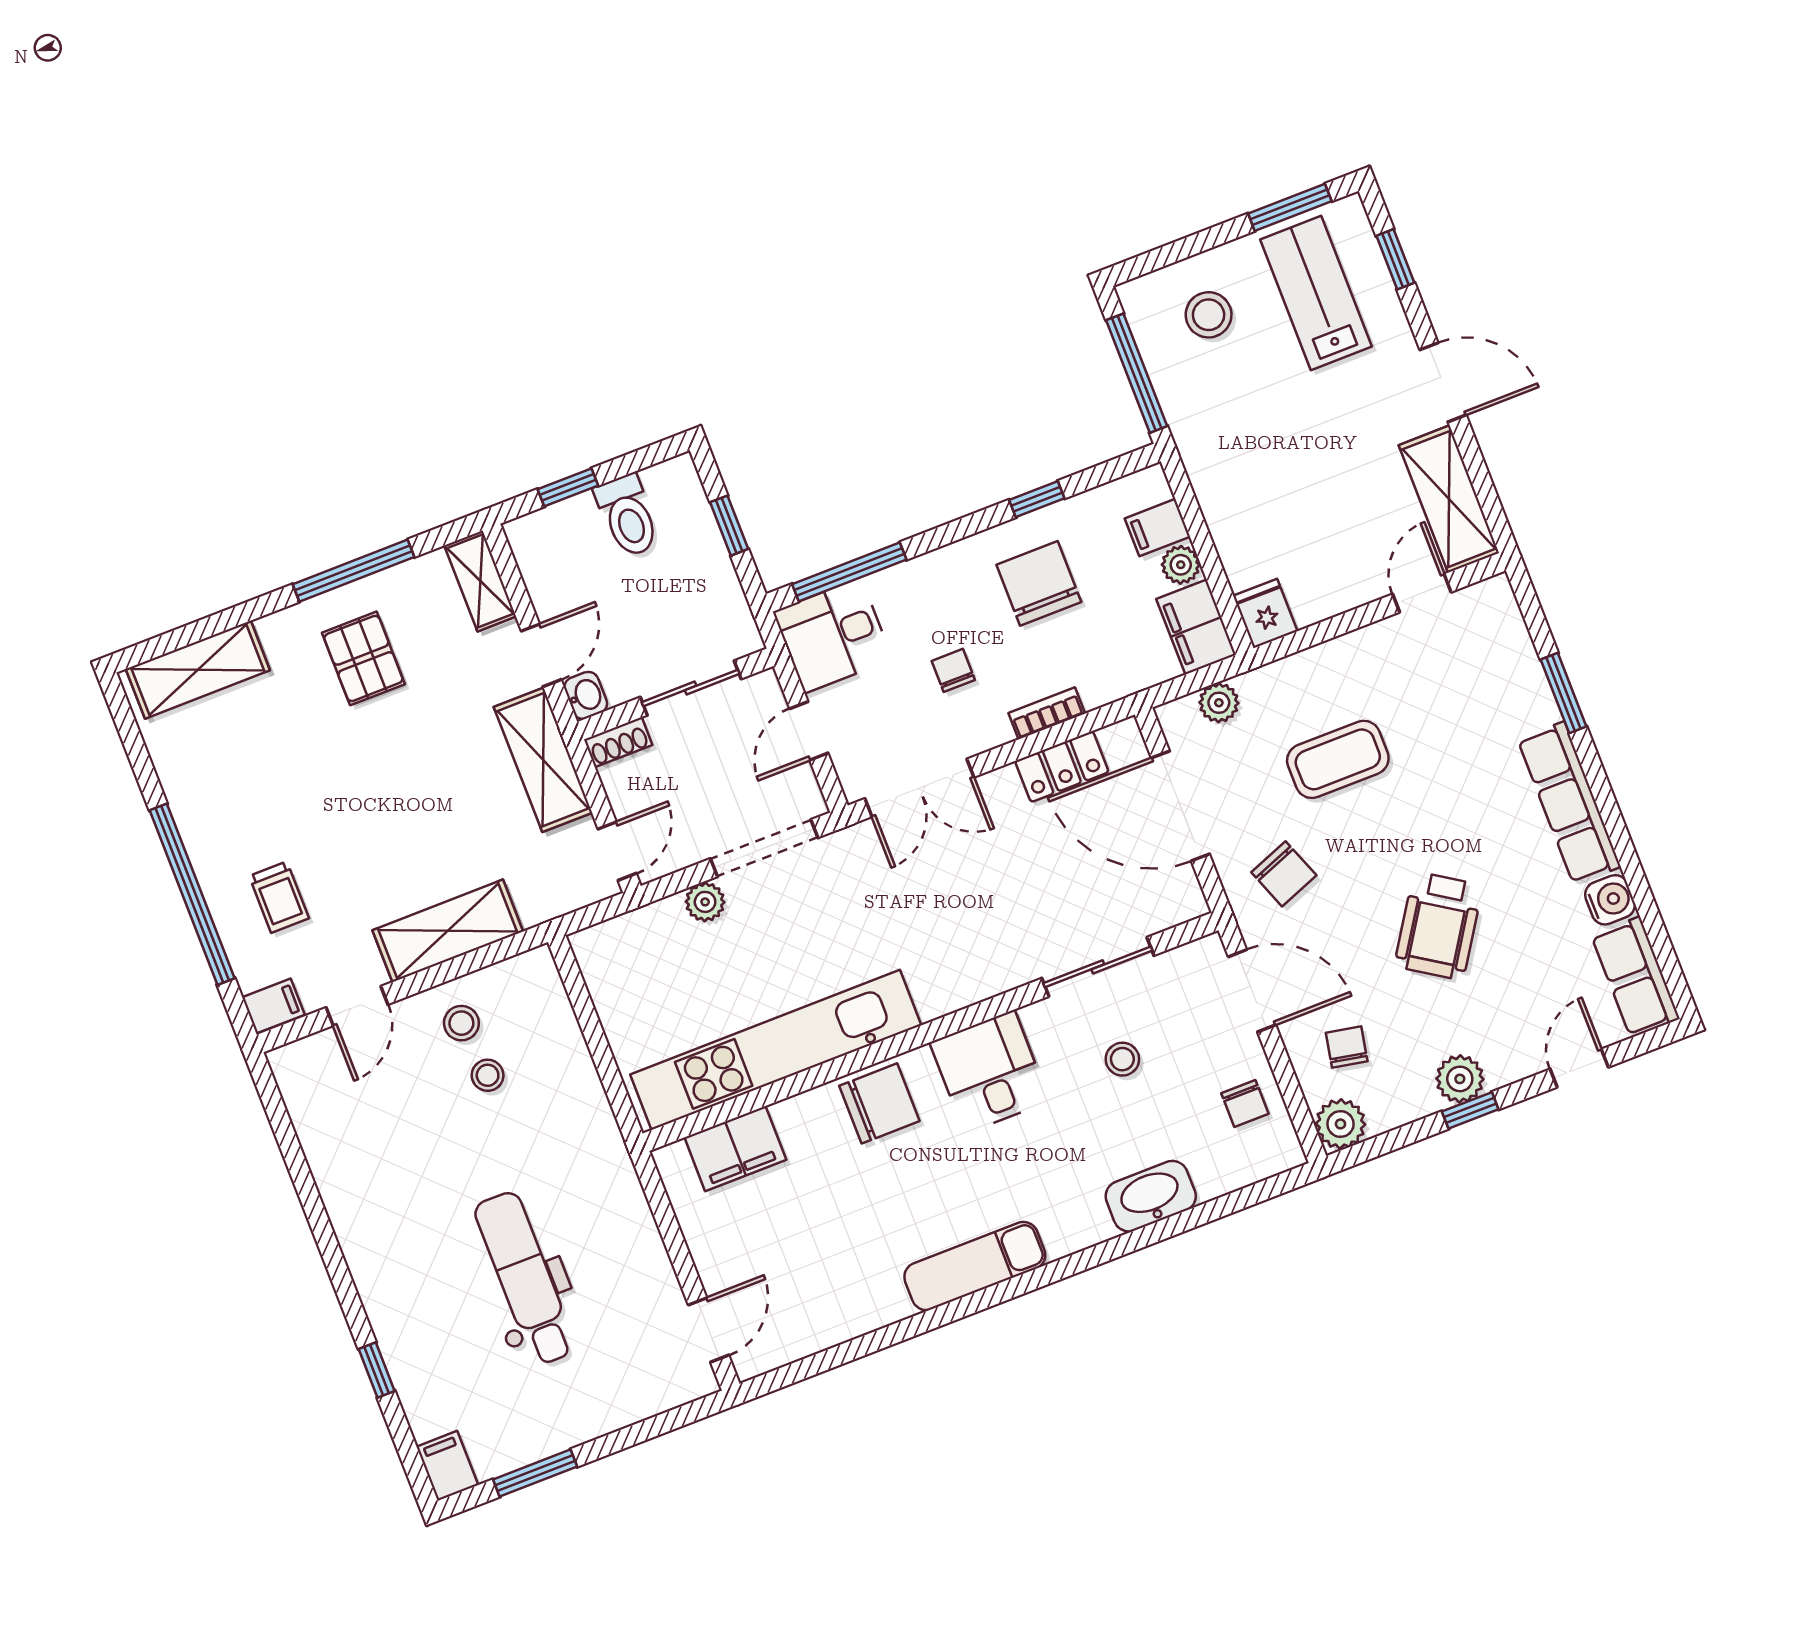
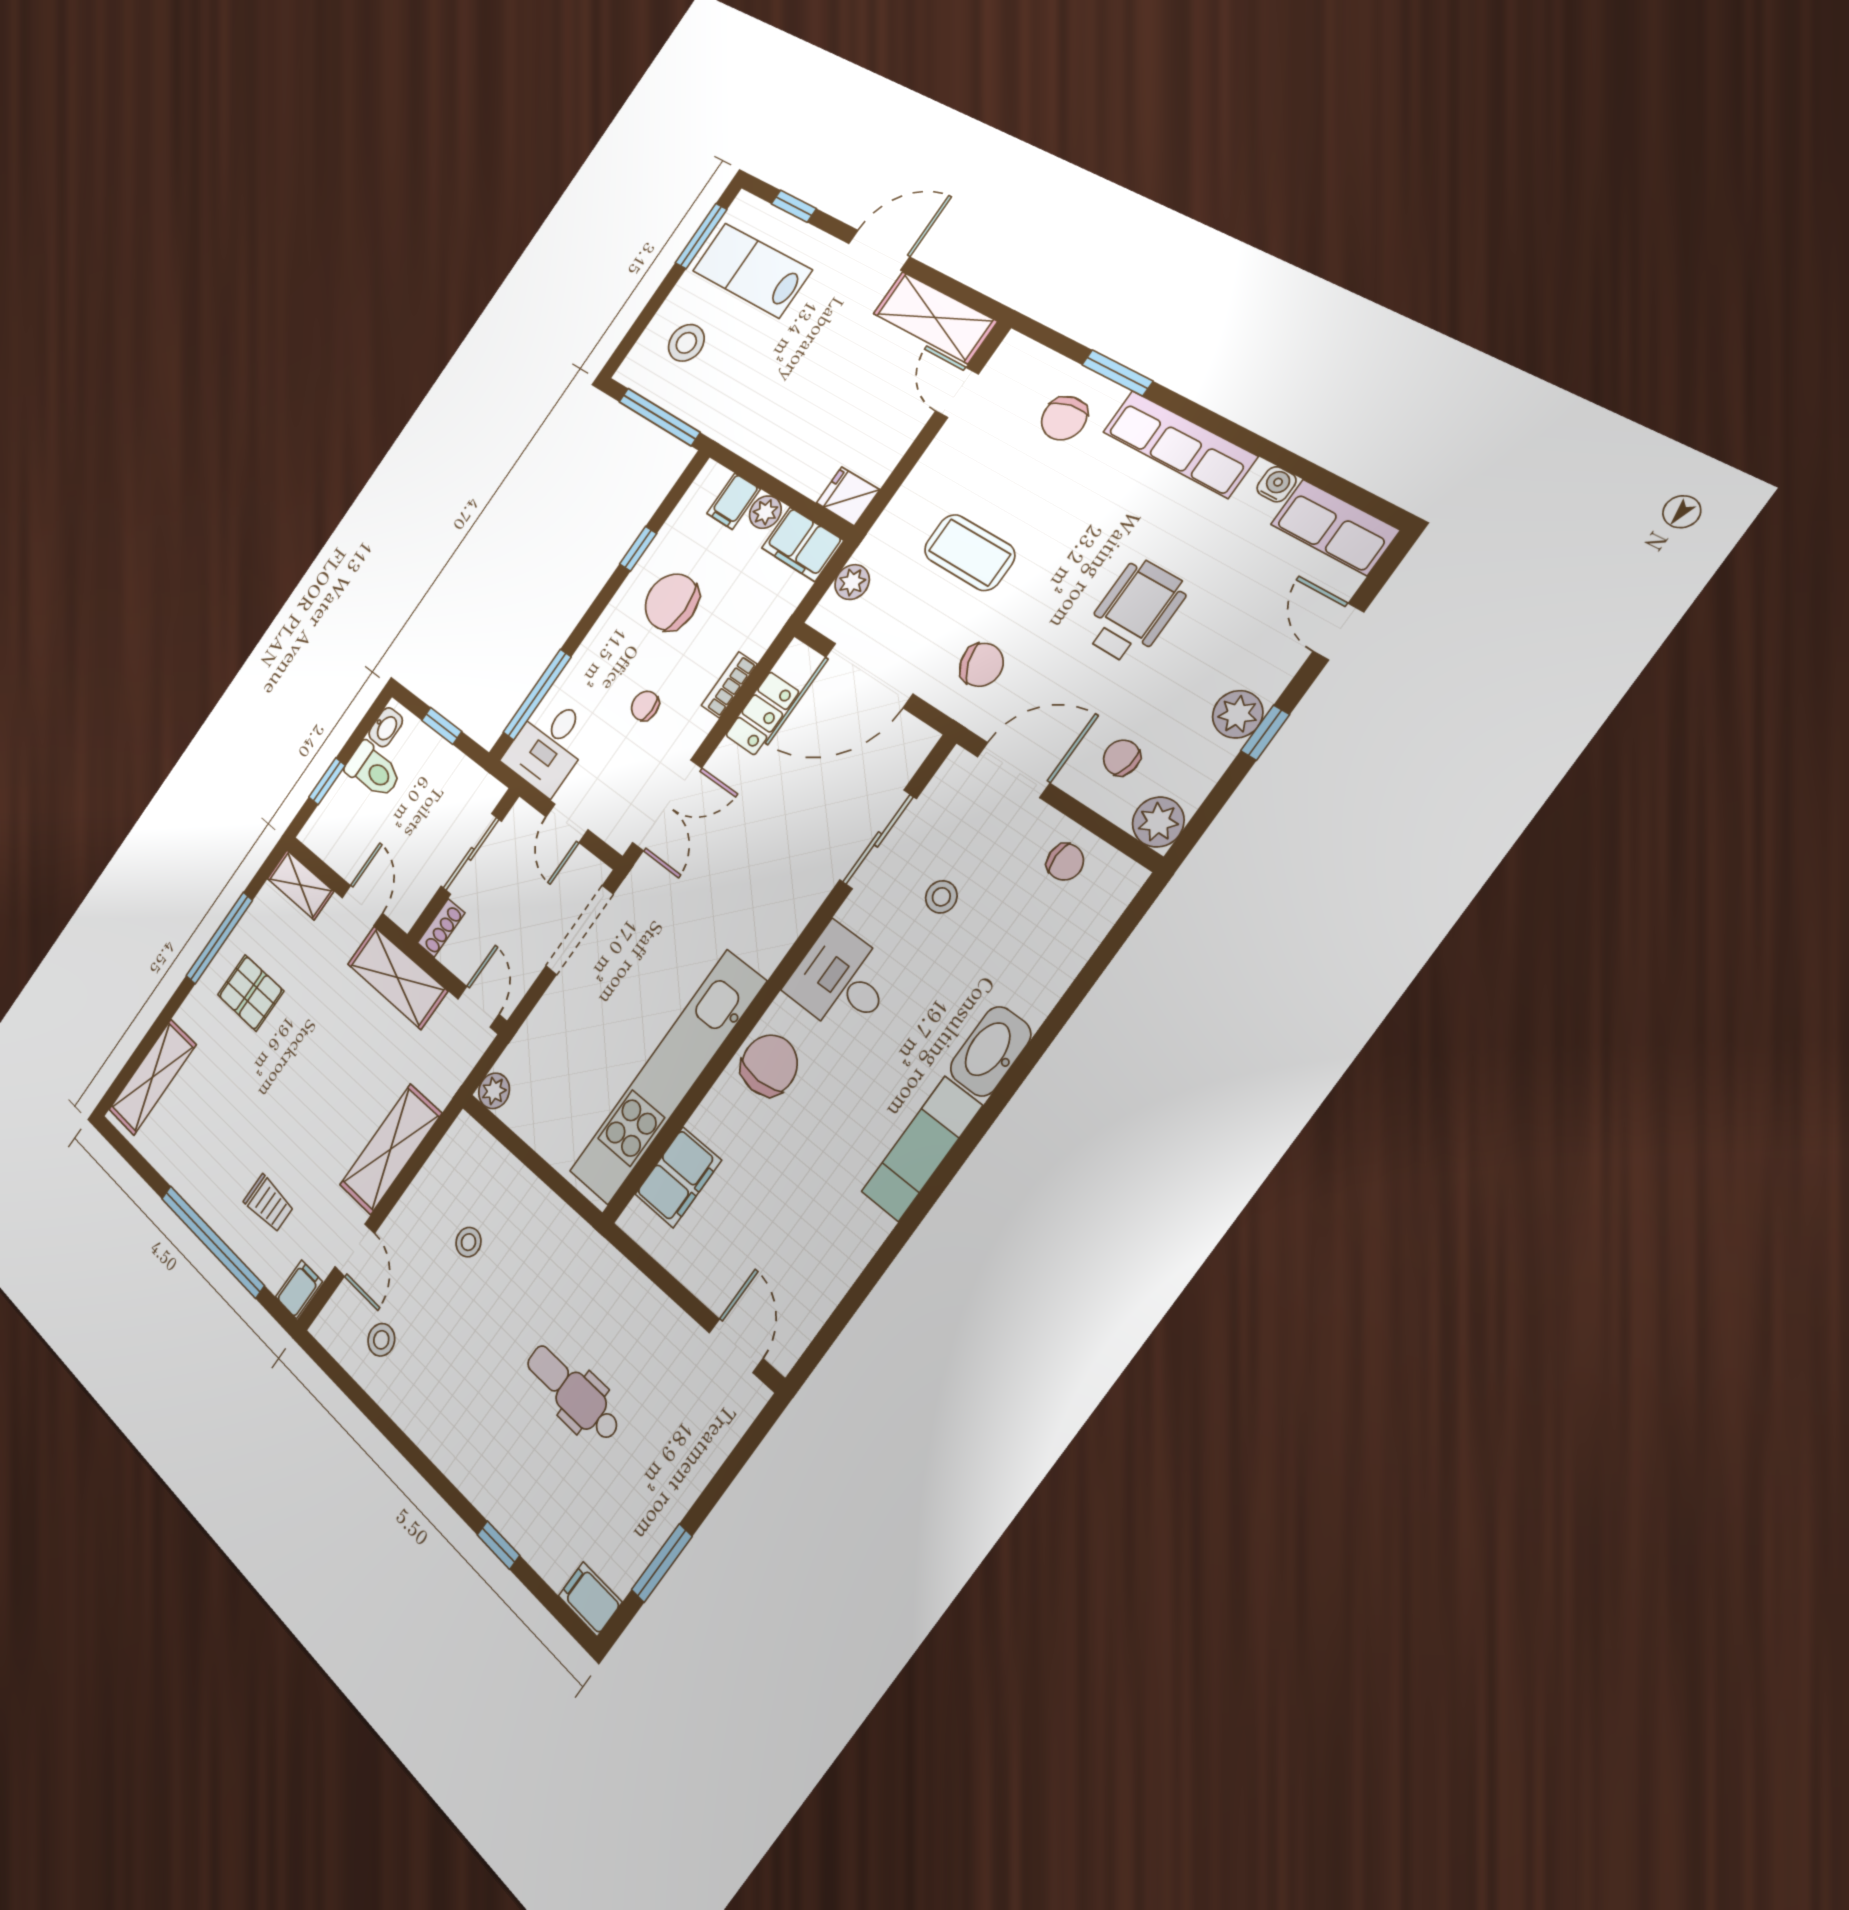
washbasin: (586, 695) -> (386, 727), moved, turned 90
chair: (1495, 698) -> (1064, 418), added
coffee table: (1338, 759) -> (969, 552), turned 90
water cooler: (1610, 900) -> (1276, 484), width x0.72, depth x0.72
plant: (705, 902) -> (494, 1091), moved
wheelchair: (1439, 926) -> (1135, 611), turned -123
stool: (461, 1023) -> (381, 1340), moved
washbasin: (1151, 1196) -> (991, 1051), moved
dental chair: (525, 1278) -> (573, 1393), width x0.73, depth x0.72

